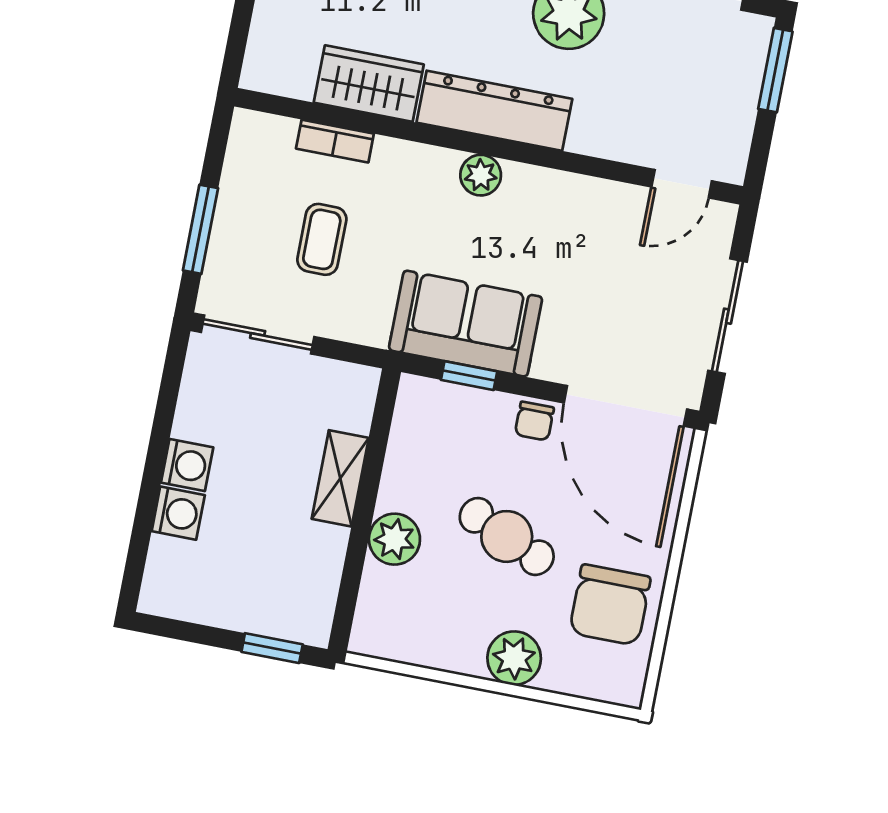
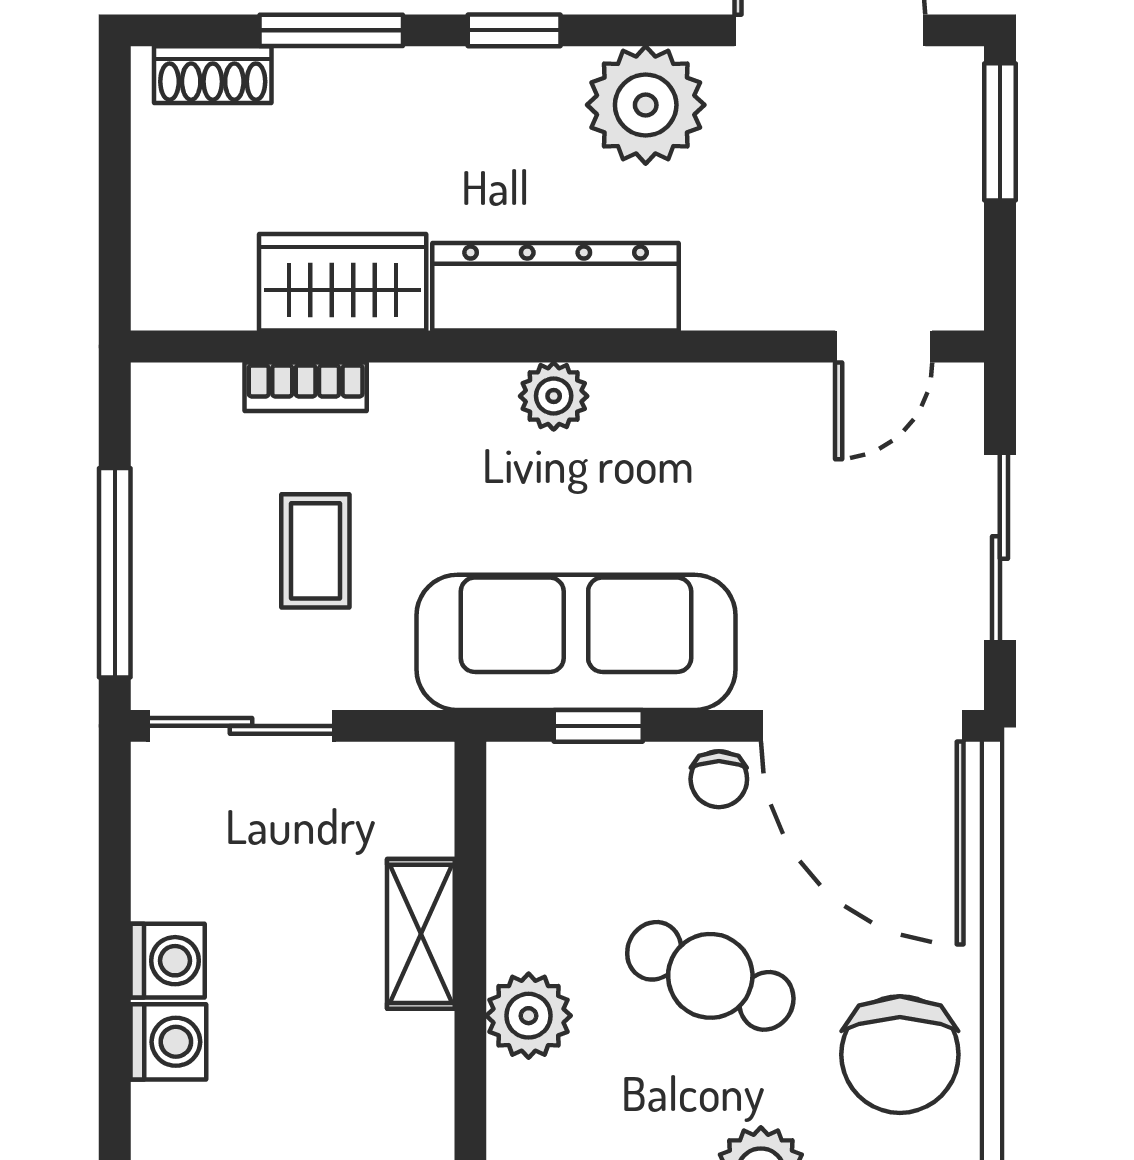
window: (200, 229) -> (115, 573), width x1.44
sofa: (466, 324) -> (576, 642), width x1.36

